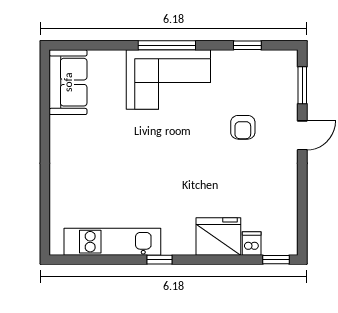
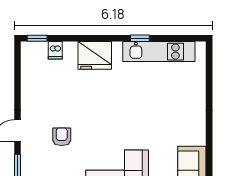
fridge: (218, 236) -> (95, 55), moved
window: (159, 260) -> (140, 38), moved

